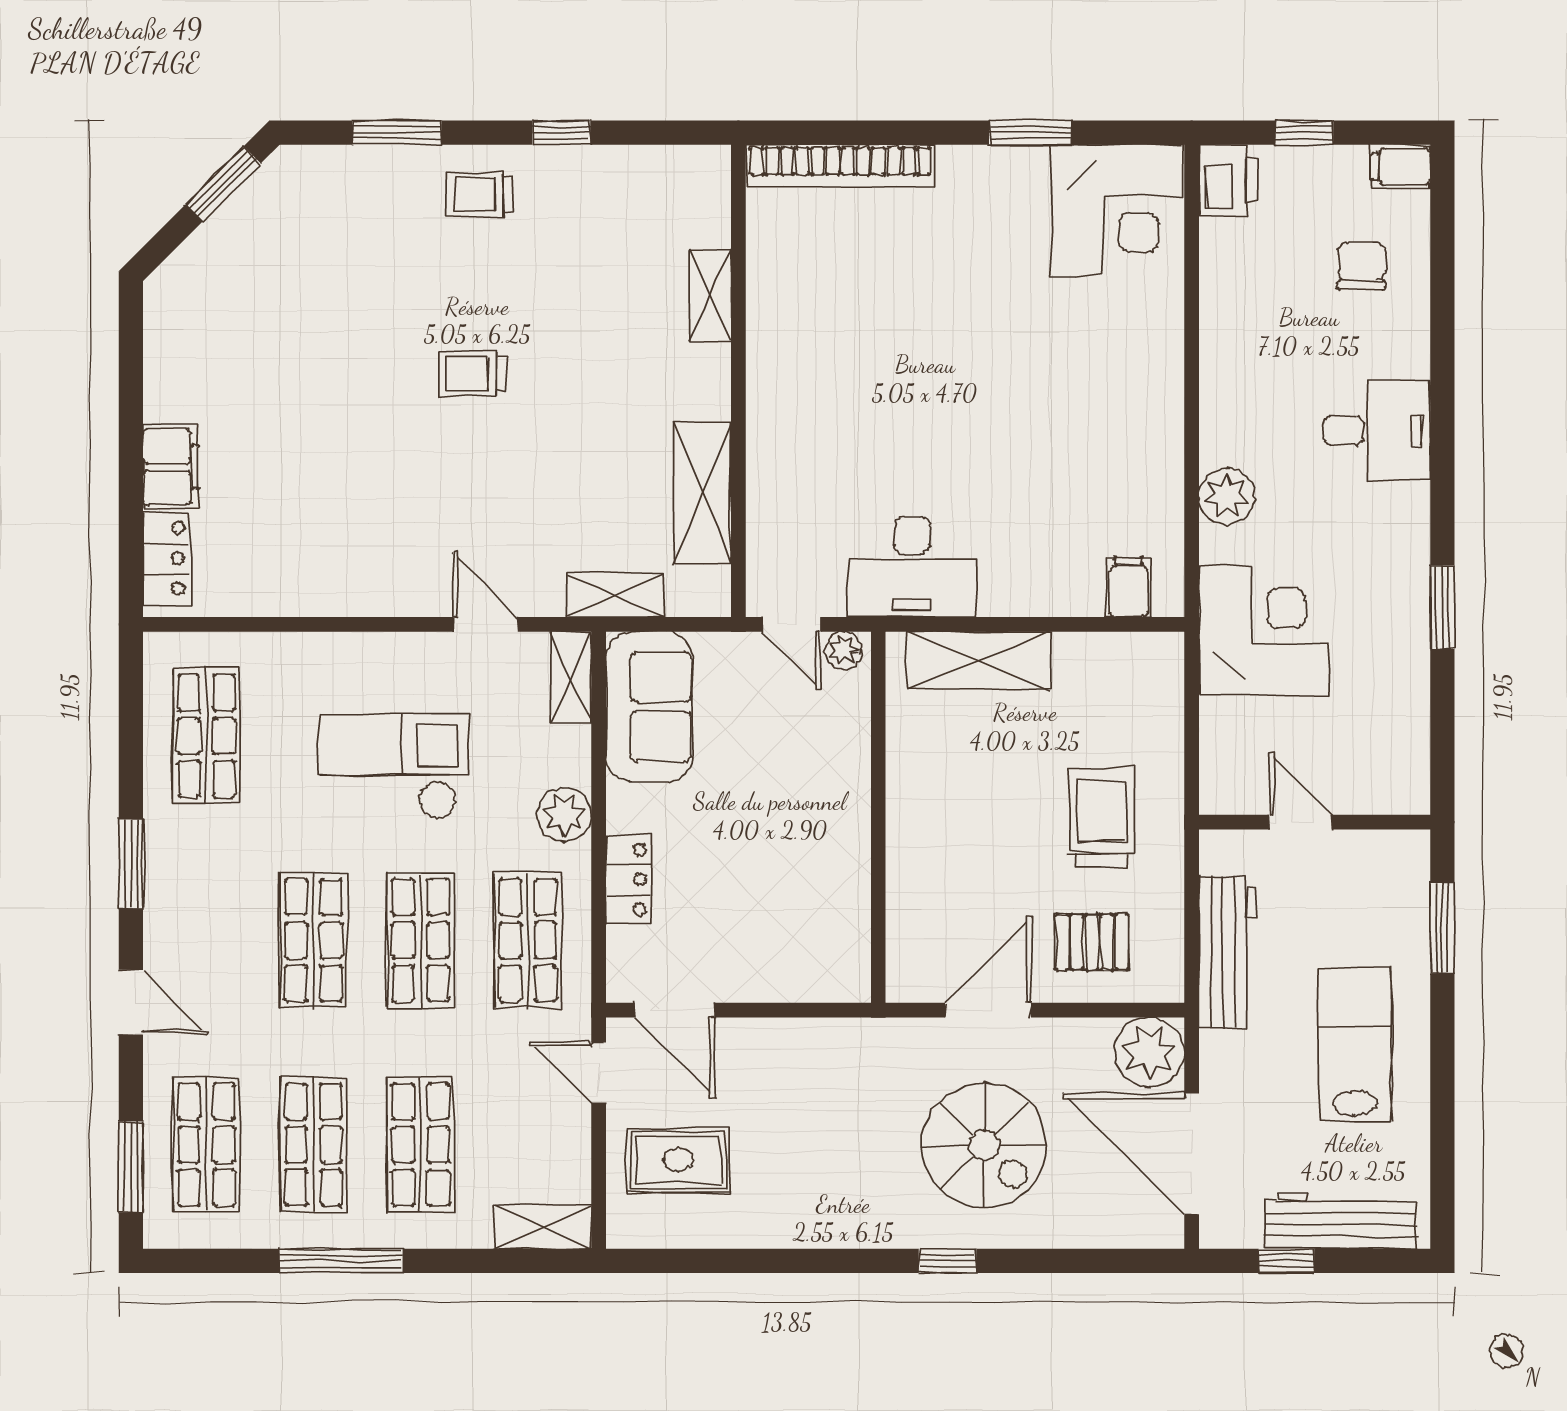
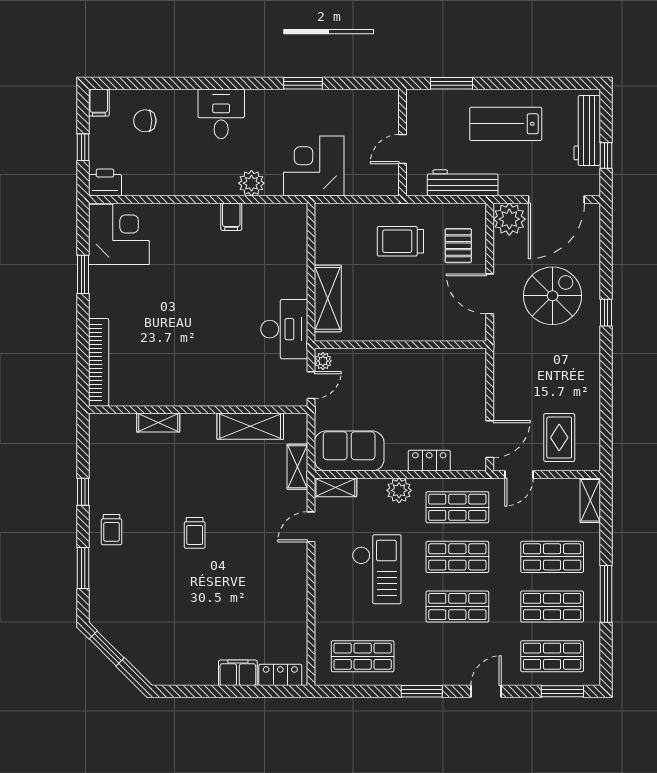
filing cabinet: (1129, 587) -> (231, 217), moved, turned -90
checkout: (394, 766) -> (377, 569), turned 180

